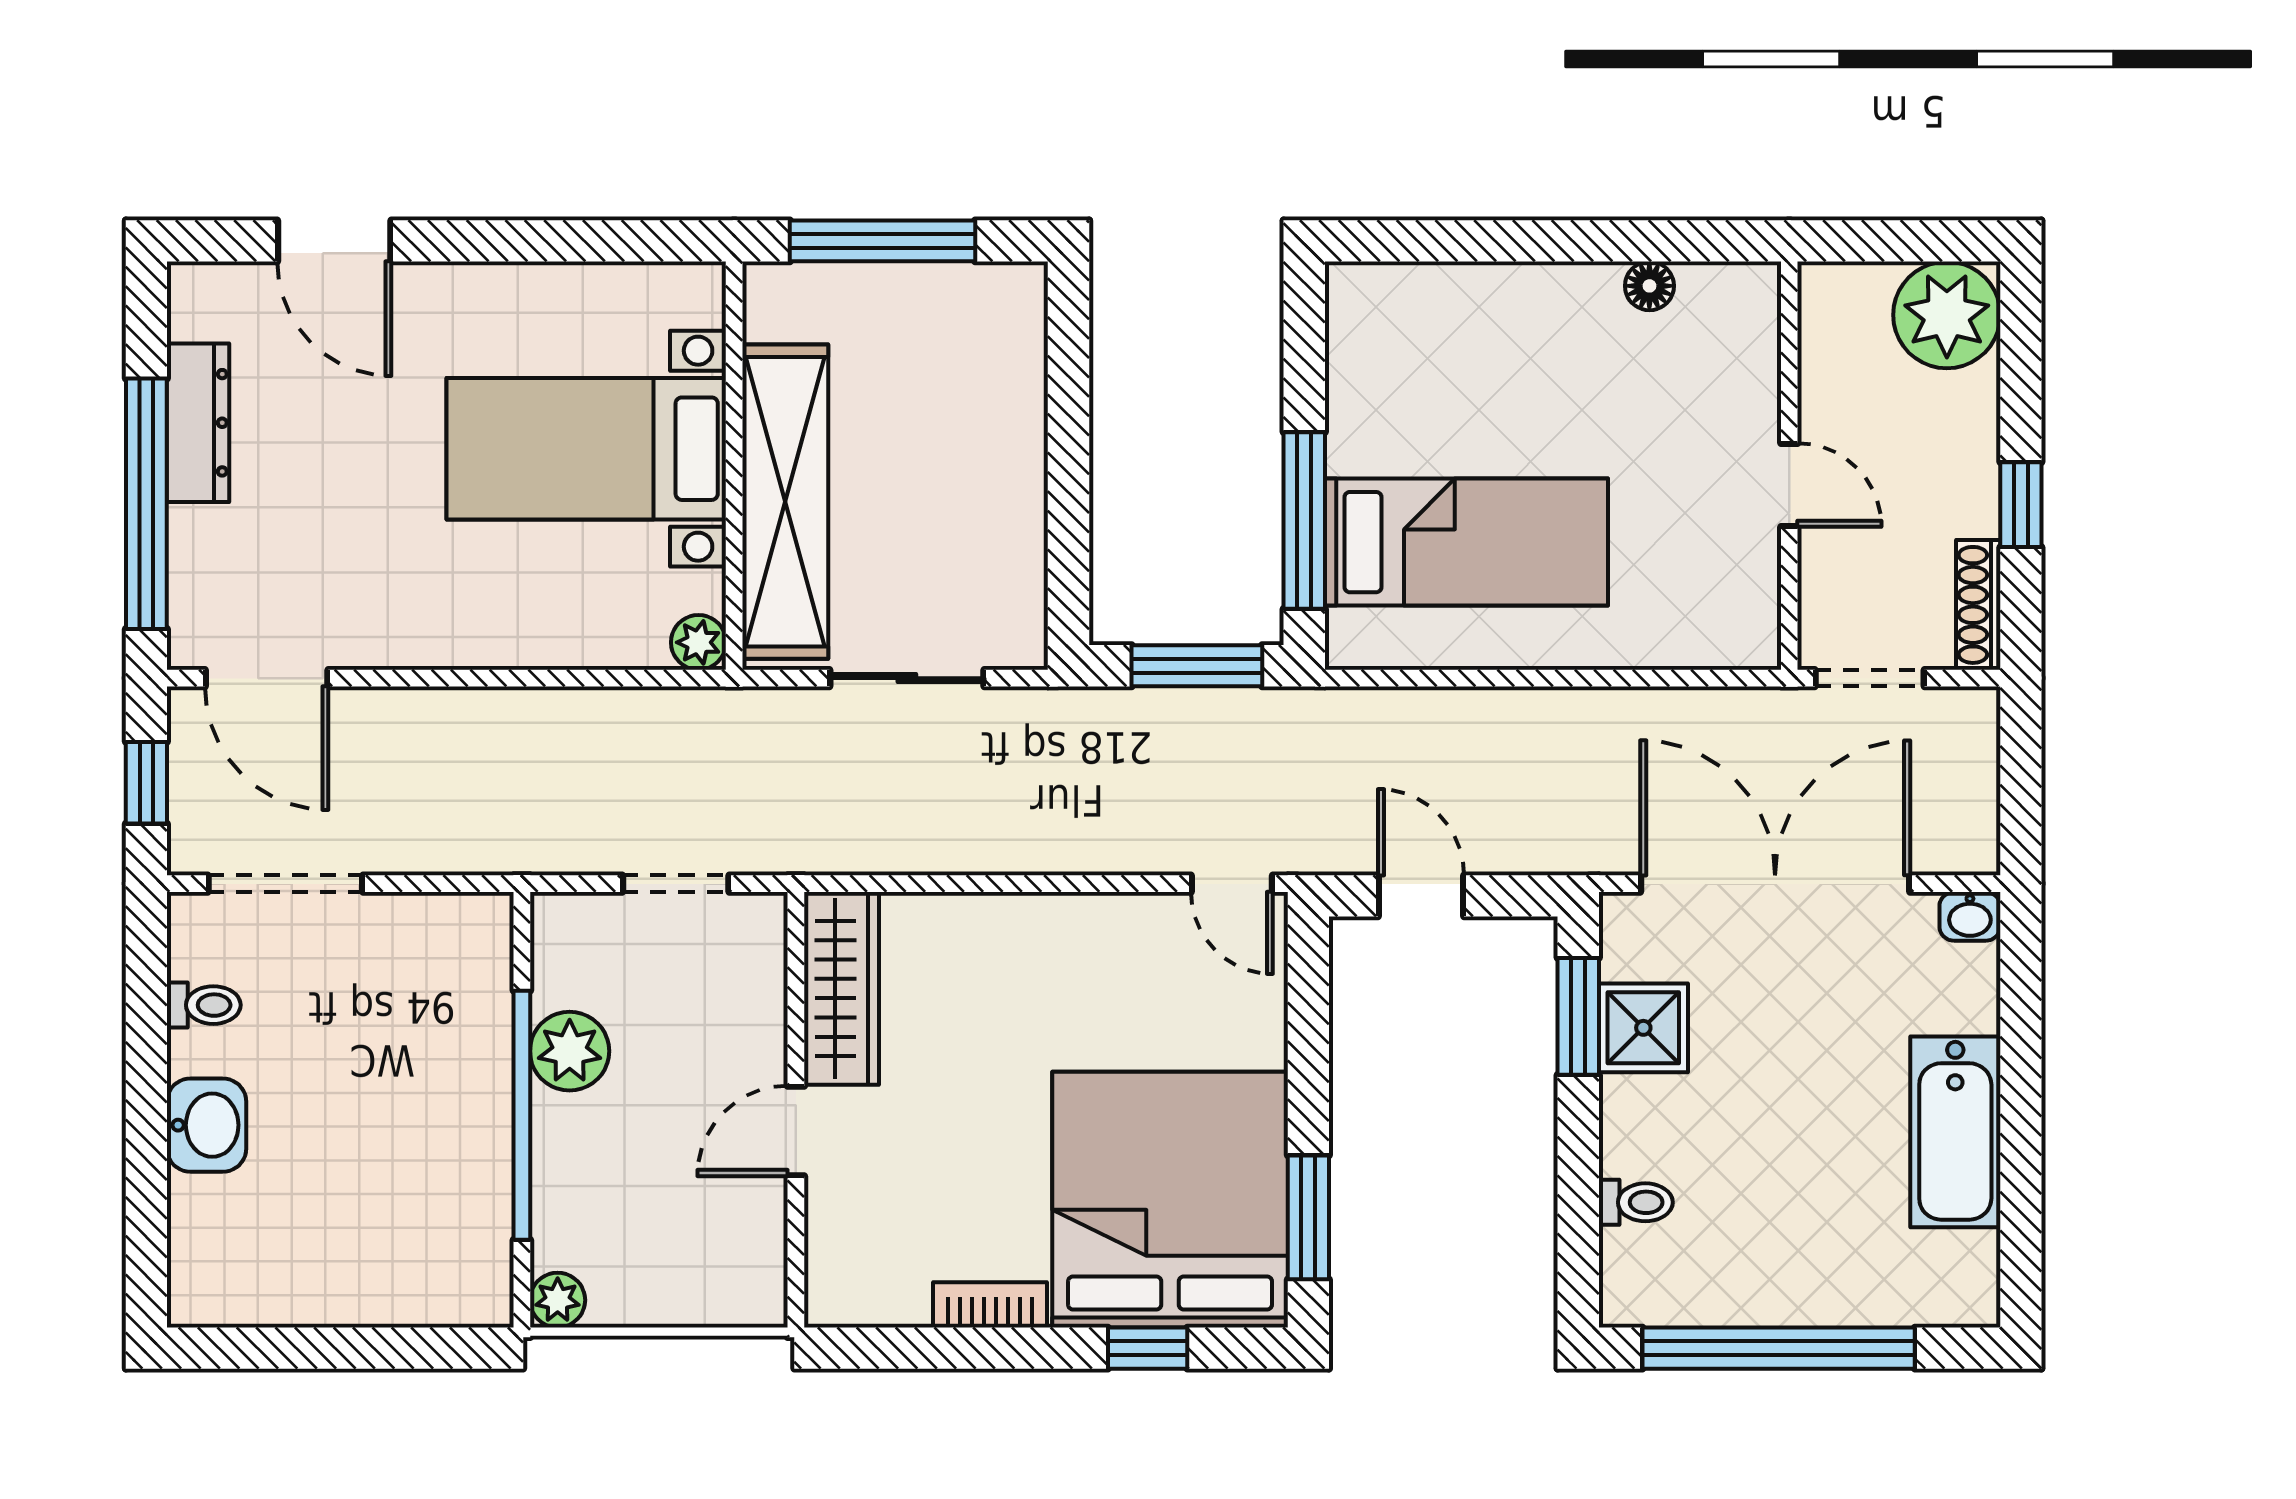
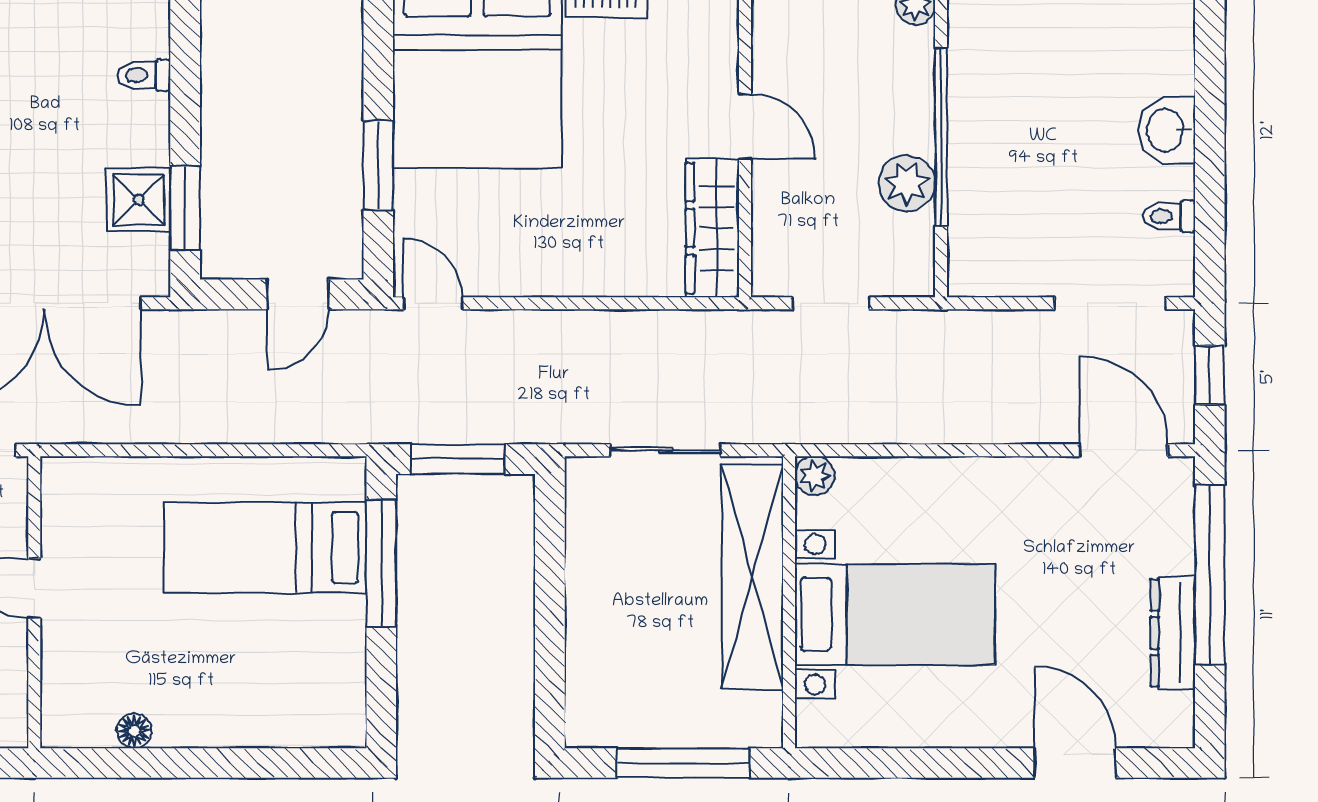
door: (1421, 896) -> (298, 294), hinge flipped
door: (796, 1131) -> (745, 126), hinge flipped
window: (1308, 1217) -> (378, 165), moved

